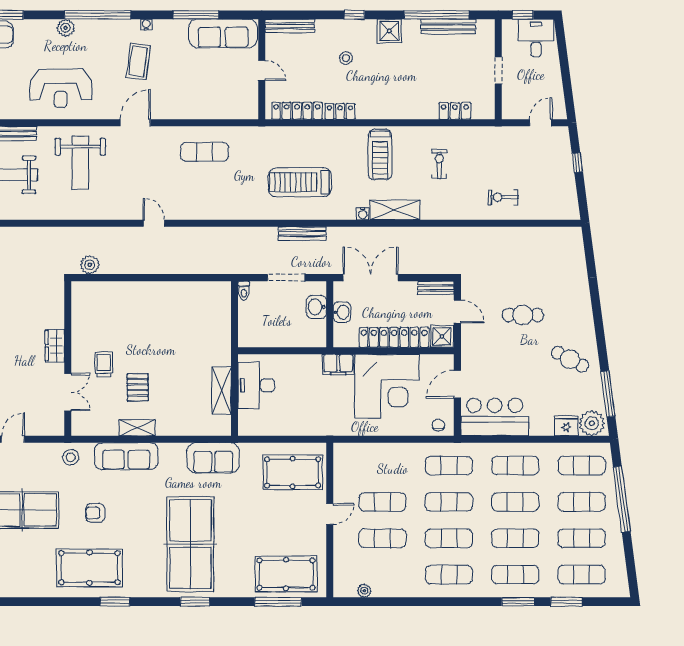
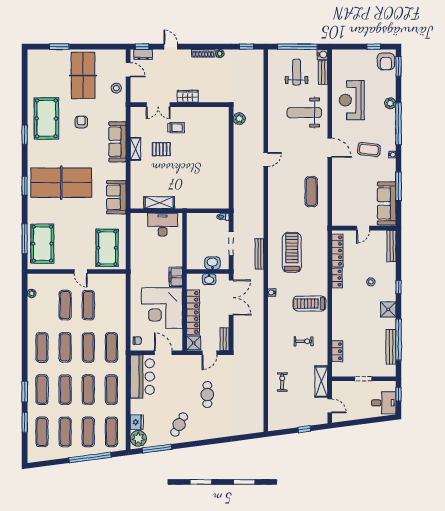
shelving: (395, 210) -> (321, 382), moved
stool: (71, 457) -> (116, 88), moved

